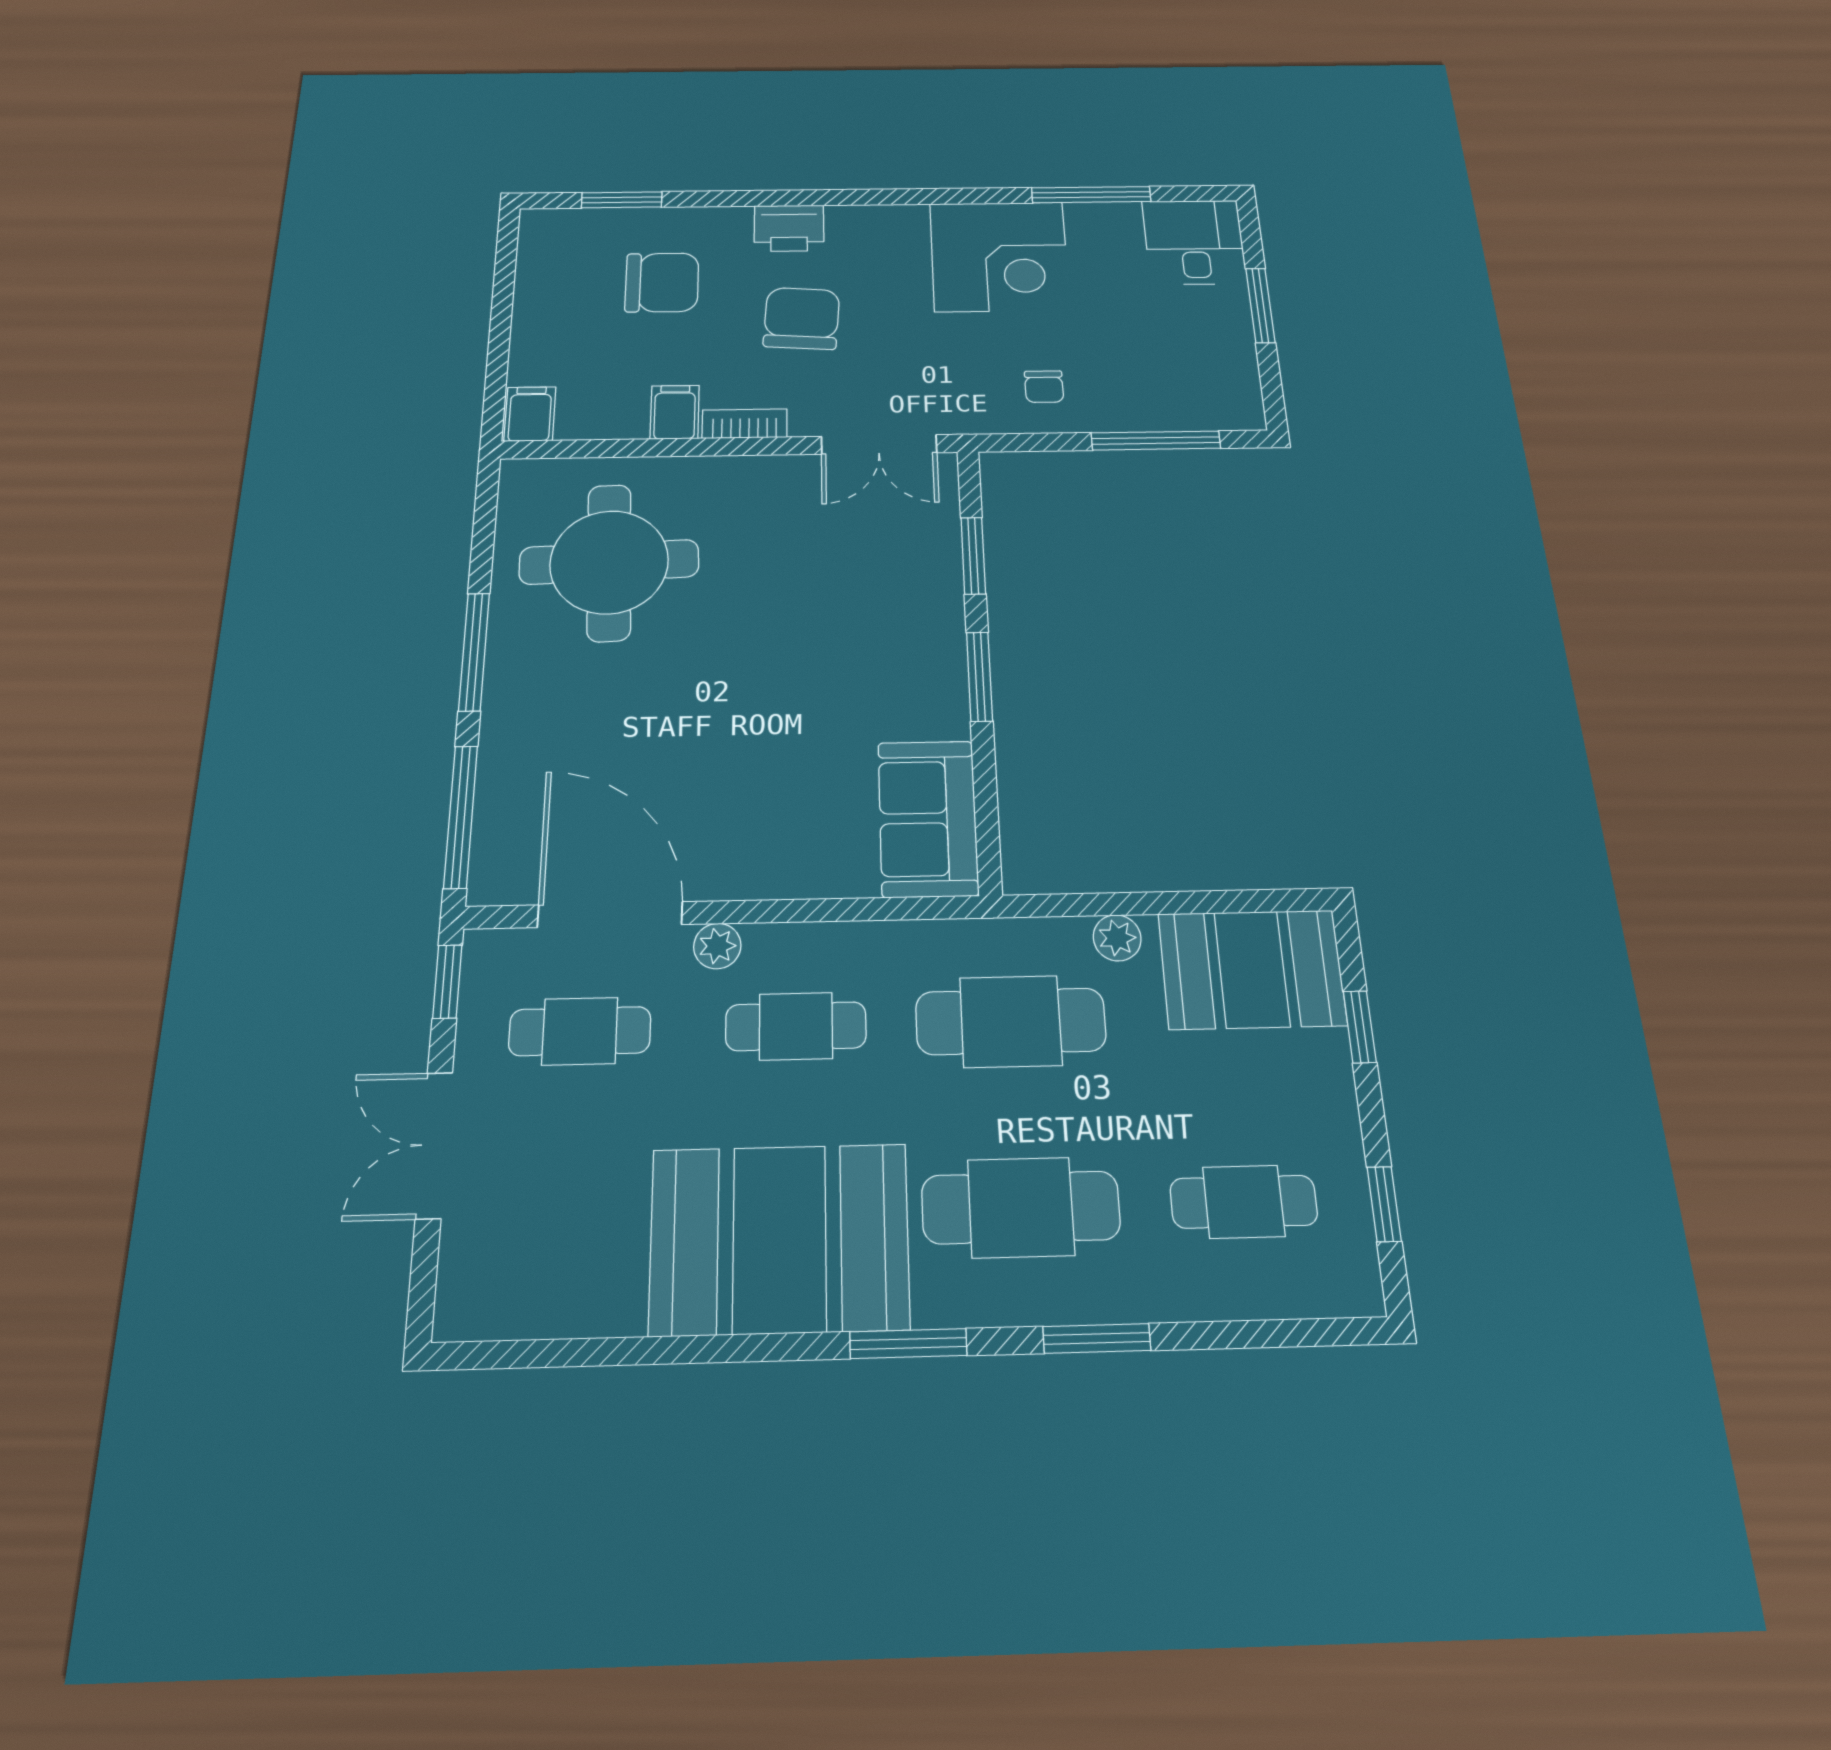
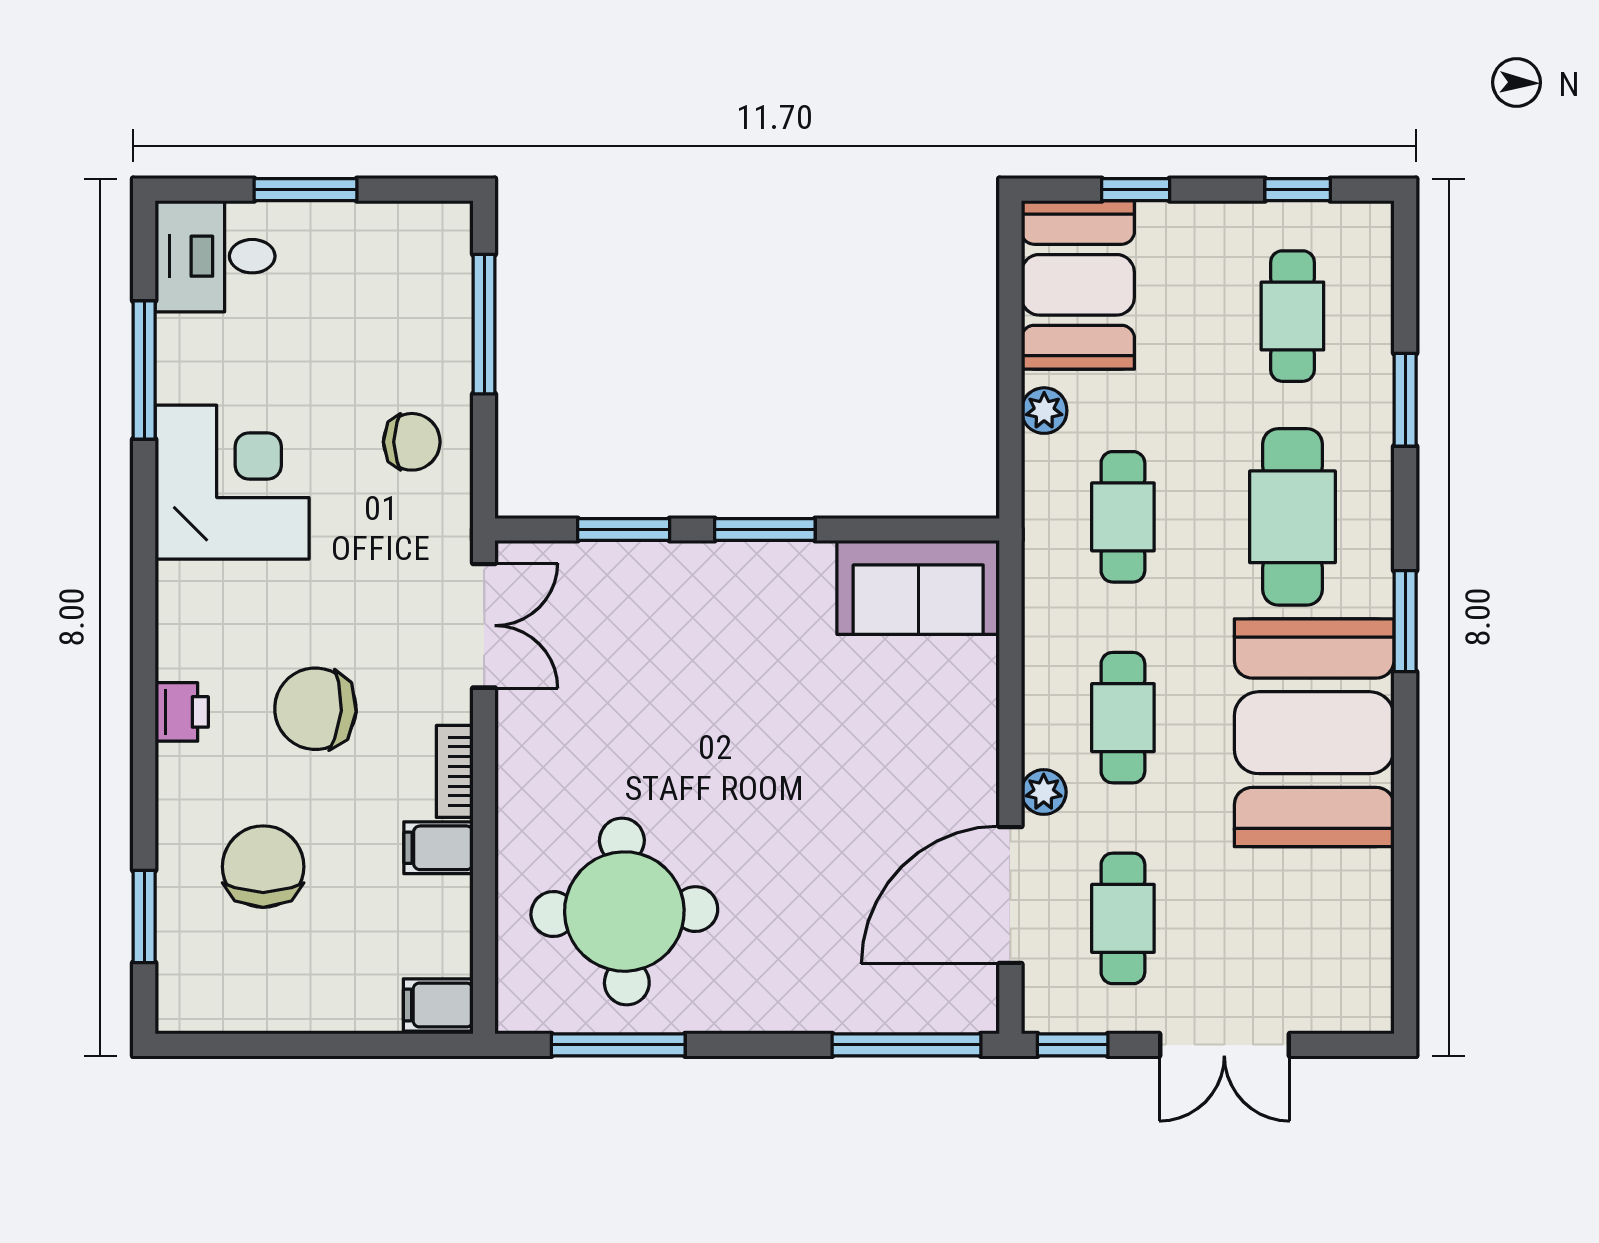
printer: (789, 228) -> (182, 712), width x0.73, depth x0.81
chair: (1044, 387) -> (412, 442), width x1.37, depth x1.37
window: (474, 652) -> (618, 1045), moved
cafe table: (1011, 1021) -> (1123, 517), width x0.73, depth x0.74
window: (1097, 1338) -> (1405, 400), moved

